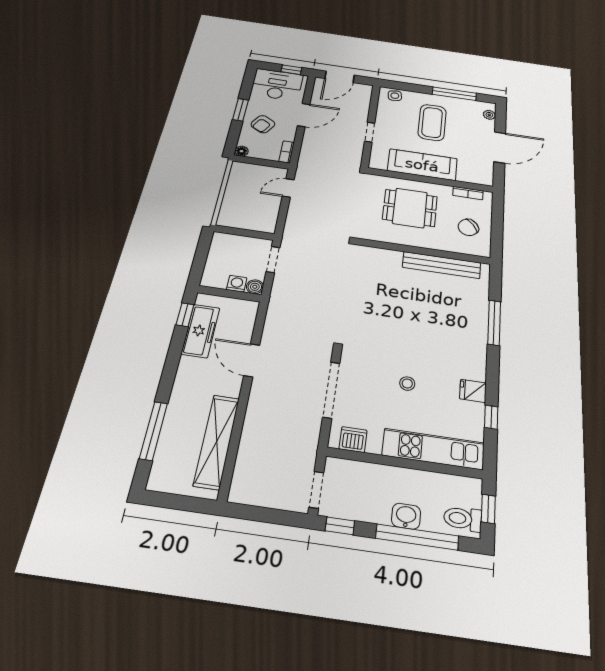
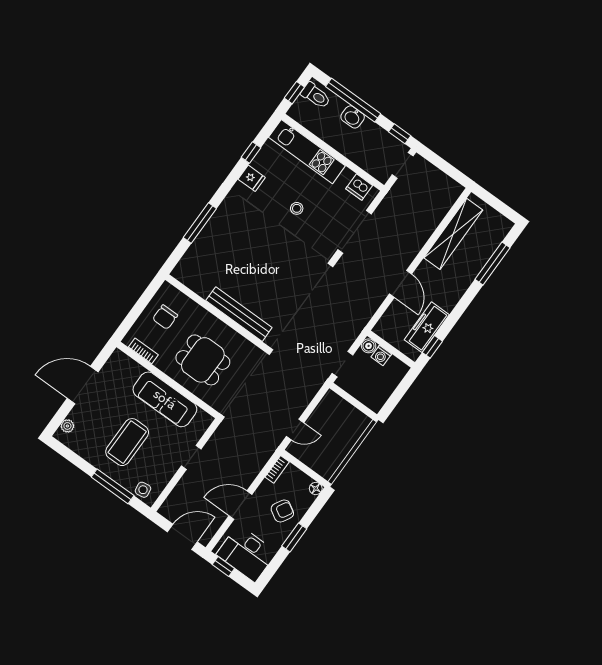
window: (454, 94) -> (113, 486), moved
chair: (468, 227) -> (165, 317), turned 129
bench: (442, 265) -> (239, 314), moved

